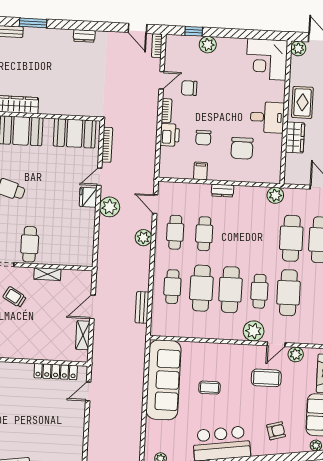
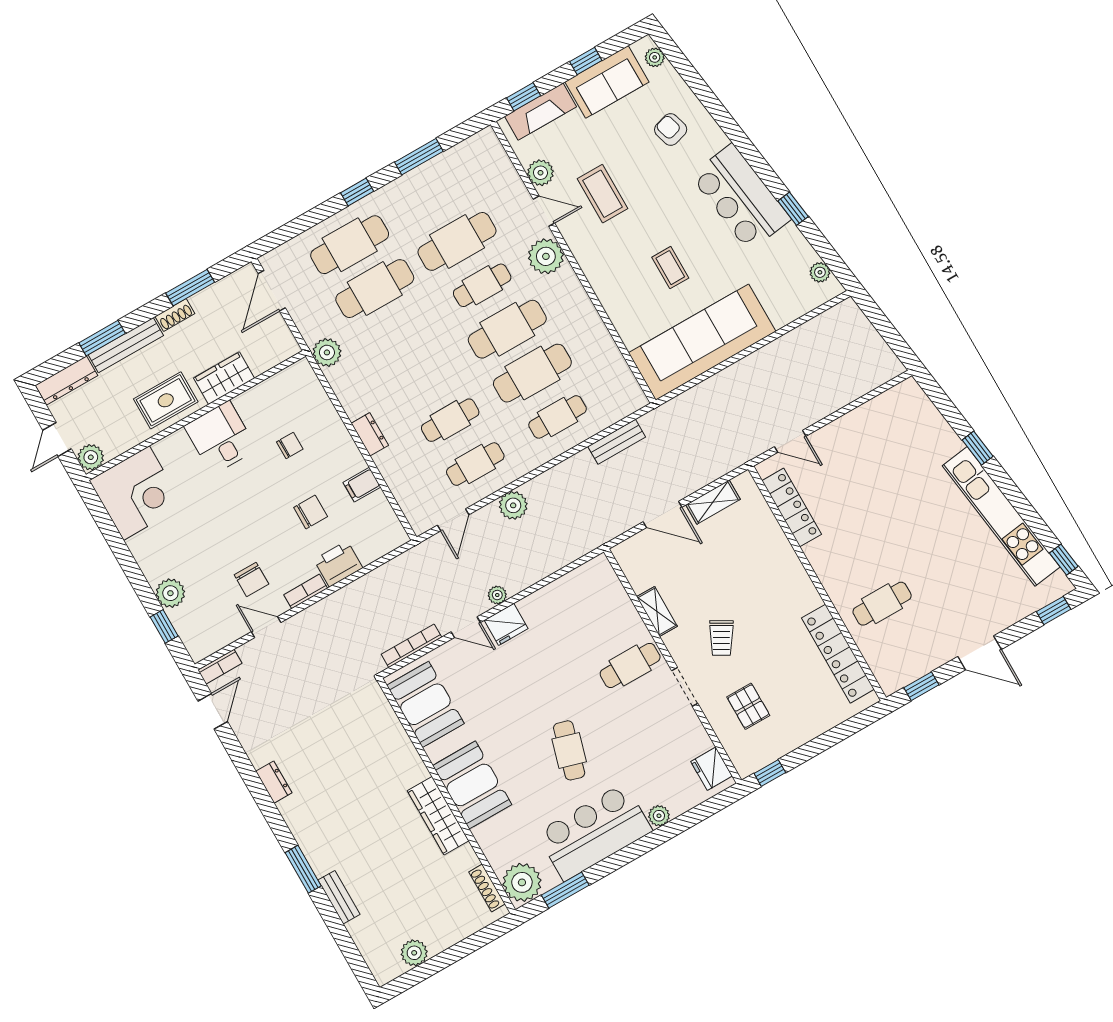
chair: (242, 148) -> (290, 445), width x0.54, depth x0.54
plant: (109, 207) -> (497, 595), width x0.53, depth x0.53

